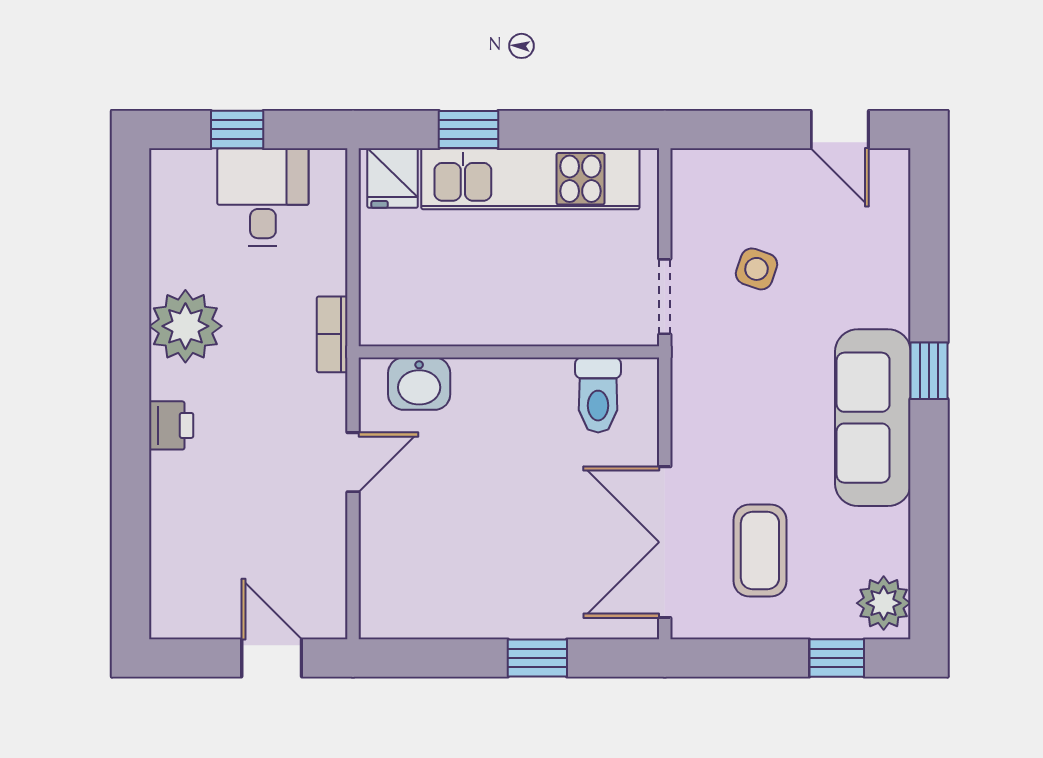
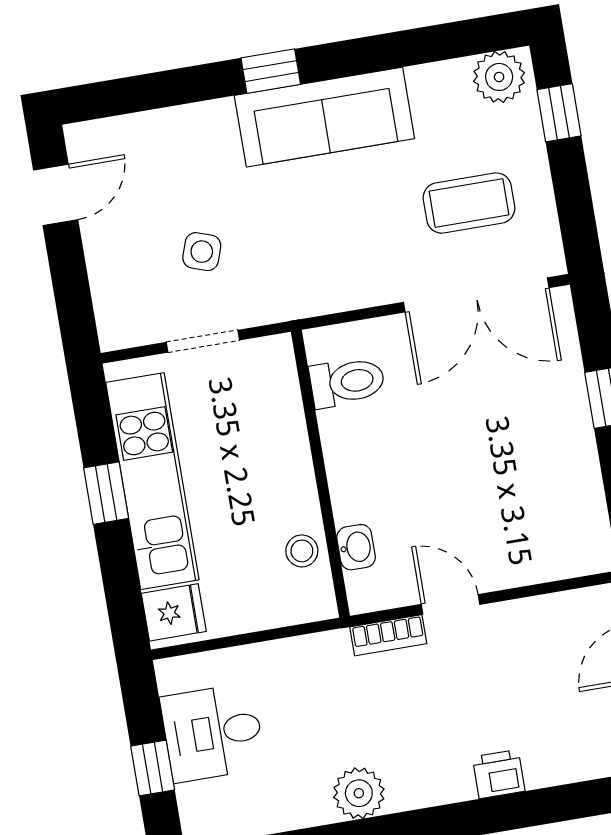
window: (469, 129) -> (106, 493), moved
doorway: (665, 297) -> (203, 341), moved
stool: (433, 320) -> (302, 551), added
plant: (185, 326) -> (359, 793), width x0.73, depth x0.73
bookcase: (332, 334) -> (388, 635), moved
washbasin: (419, 384) -> (356, 547), width x0.72, depth x0.69
printer: (171, 425) -> (499, 774), moved

